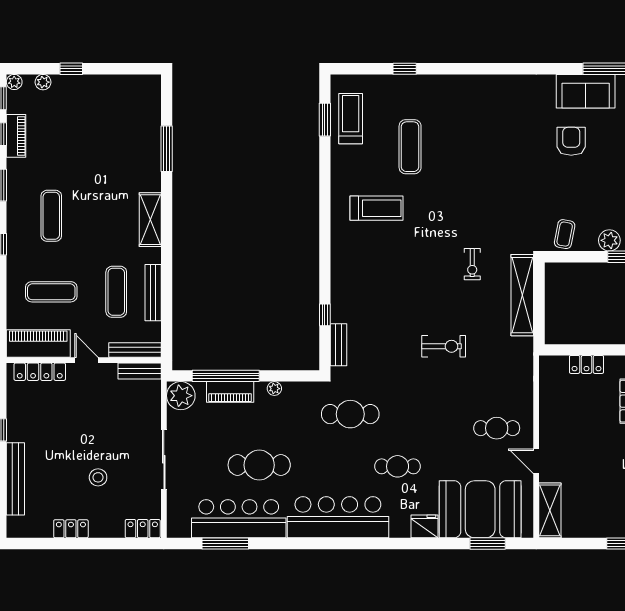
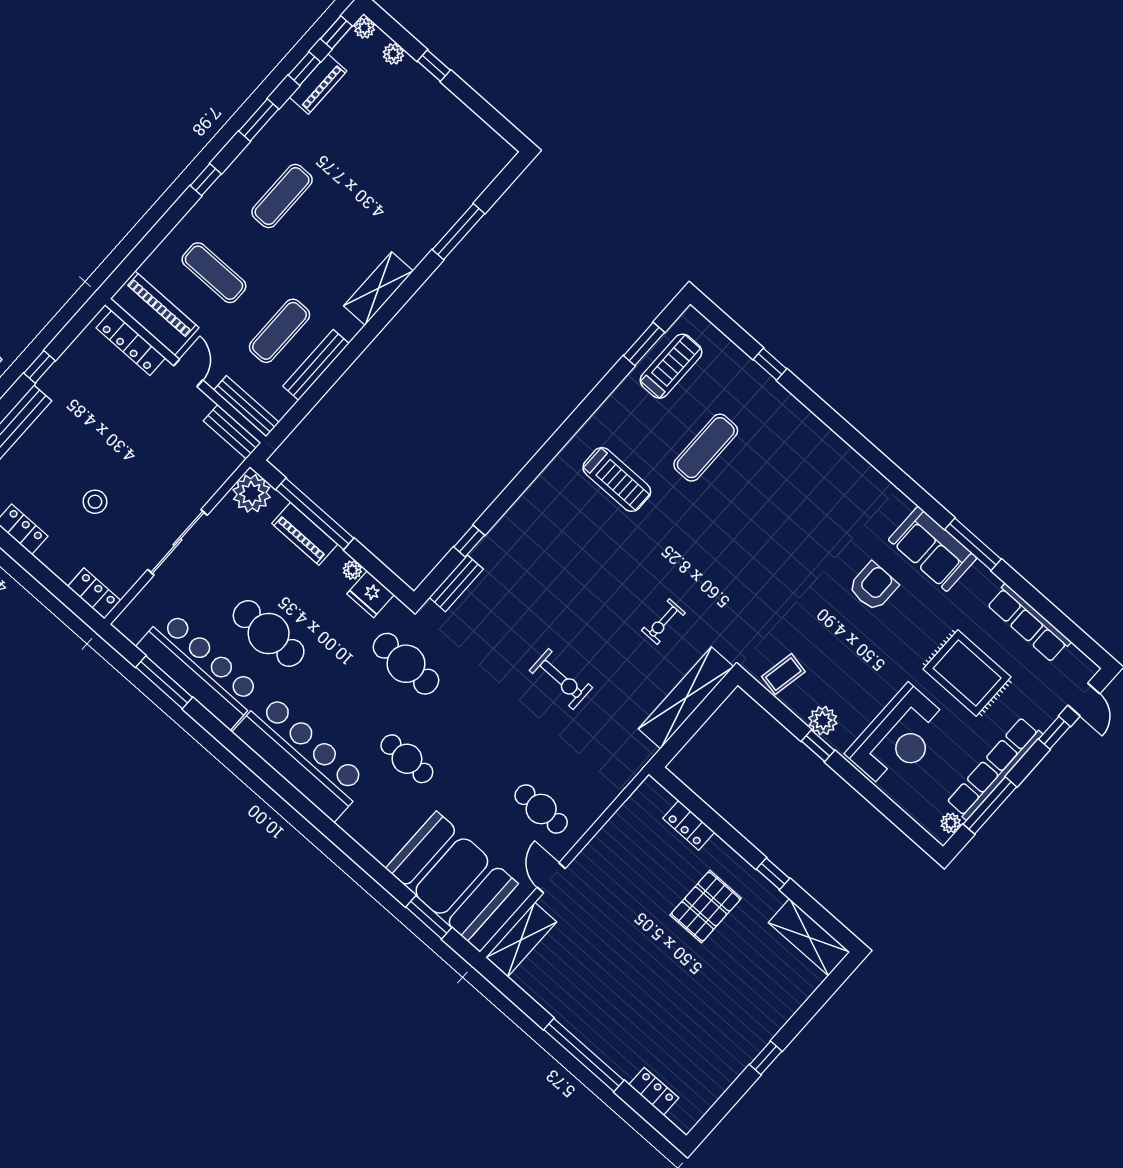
fridge: (424, 526) -> (370, 594), moved, turned 180

